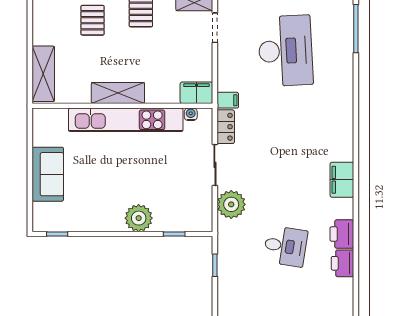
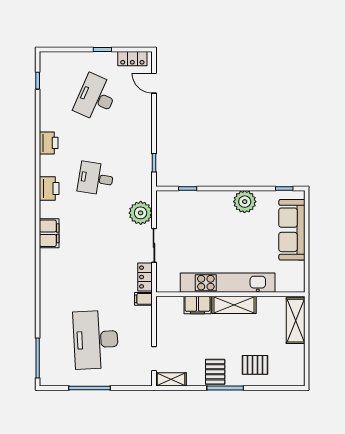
pallet: (93, 20) -> (255, 365), turned 90
filing cabinet: (196, 93) -> (197, 305), moved
water cooler: (191, 114) -> (174, 287), removed
sofa: (48, 174) -> (292, 230), width x1.36
plant: (139, 218) -> (245, 202), moved
printer: (343, 263) -> (49, 143), moved

